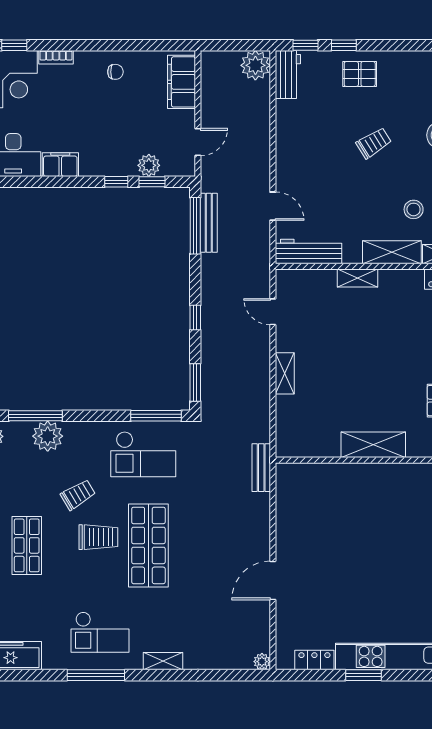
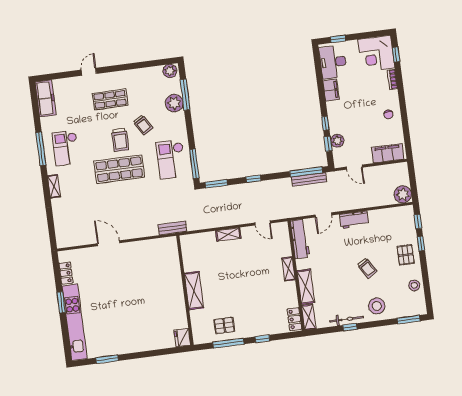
workbench: (288, 75) -> (354, 220), moved
stool: (414, 209) -> (414, 285), moved
door: (273, 312) -> (263, 223), swing flipped
plant: (262, 662) -> (61, 243), removed

